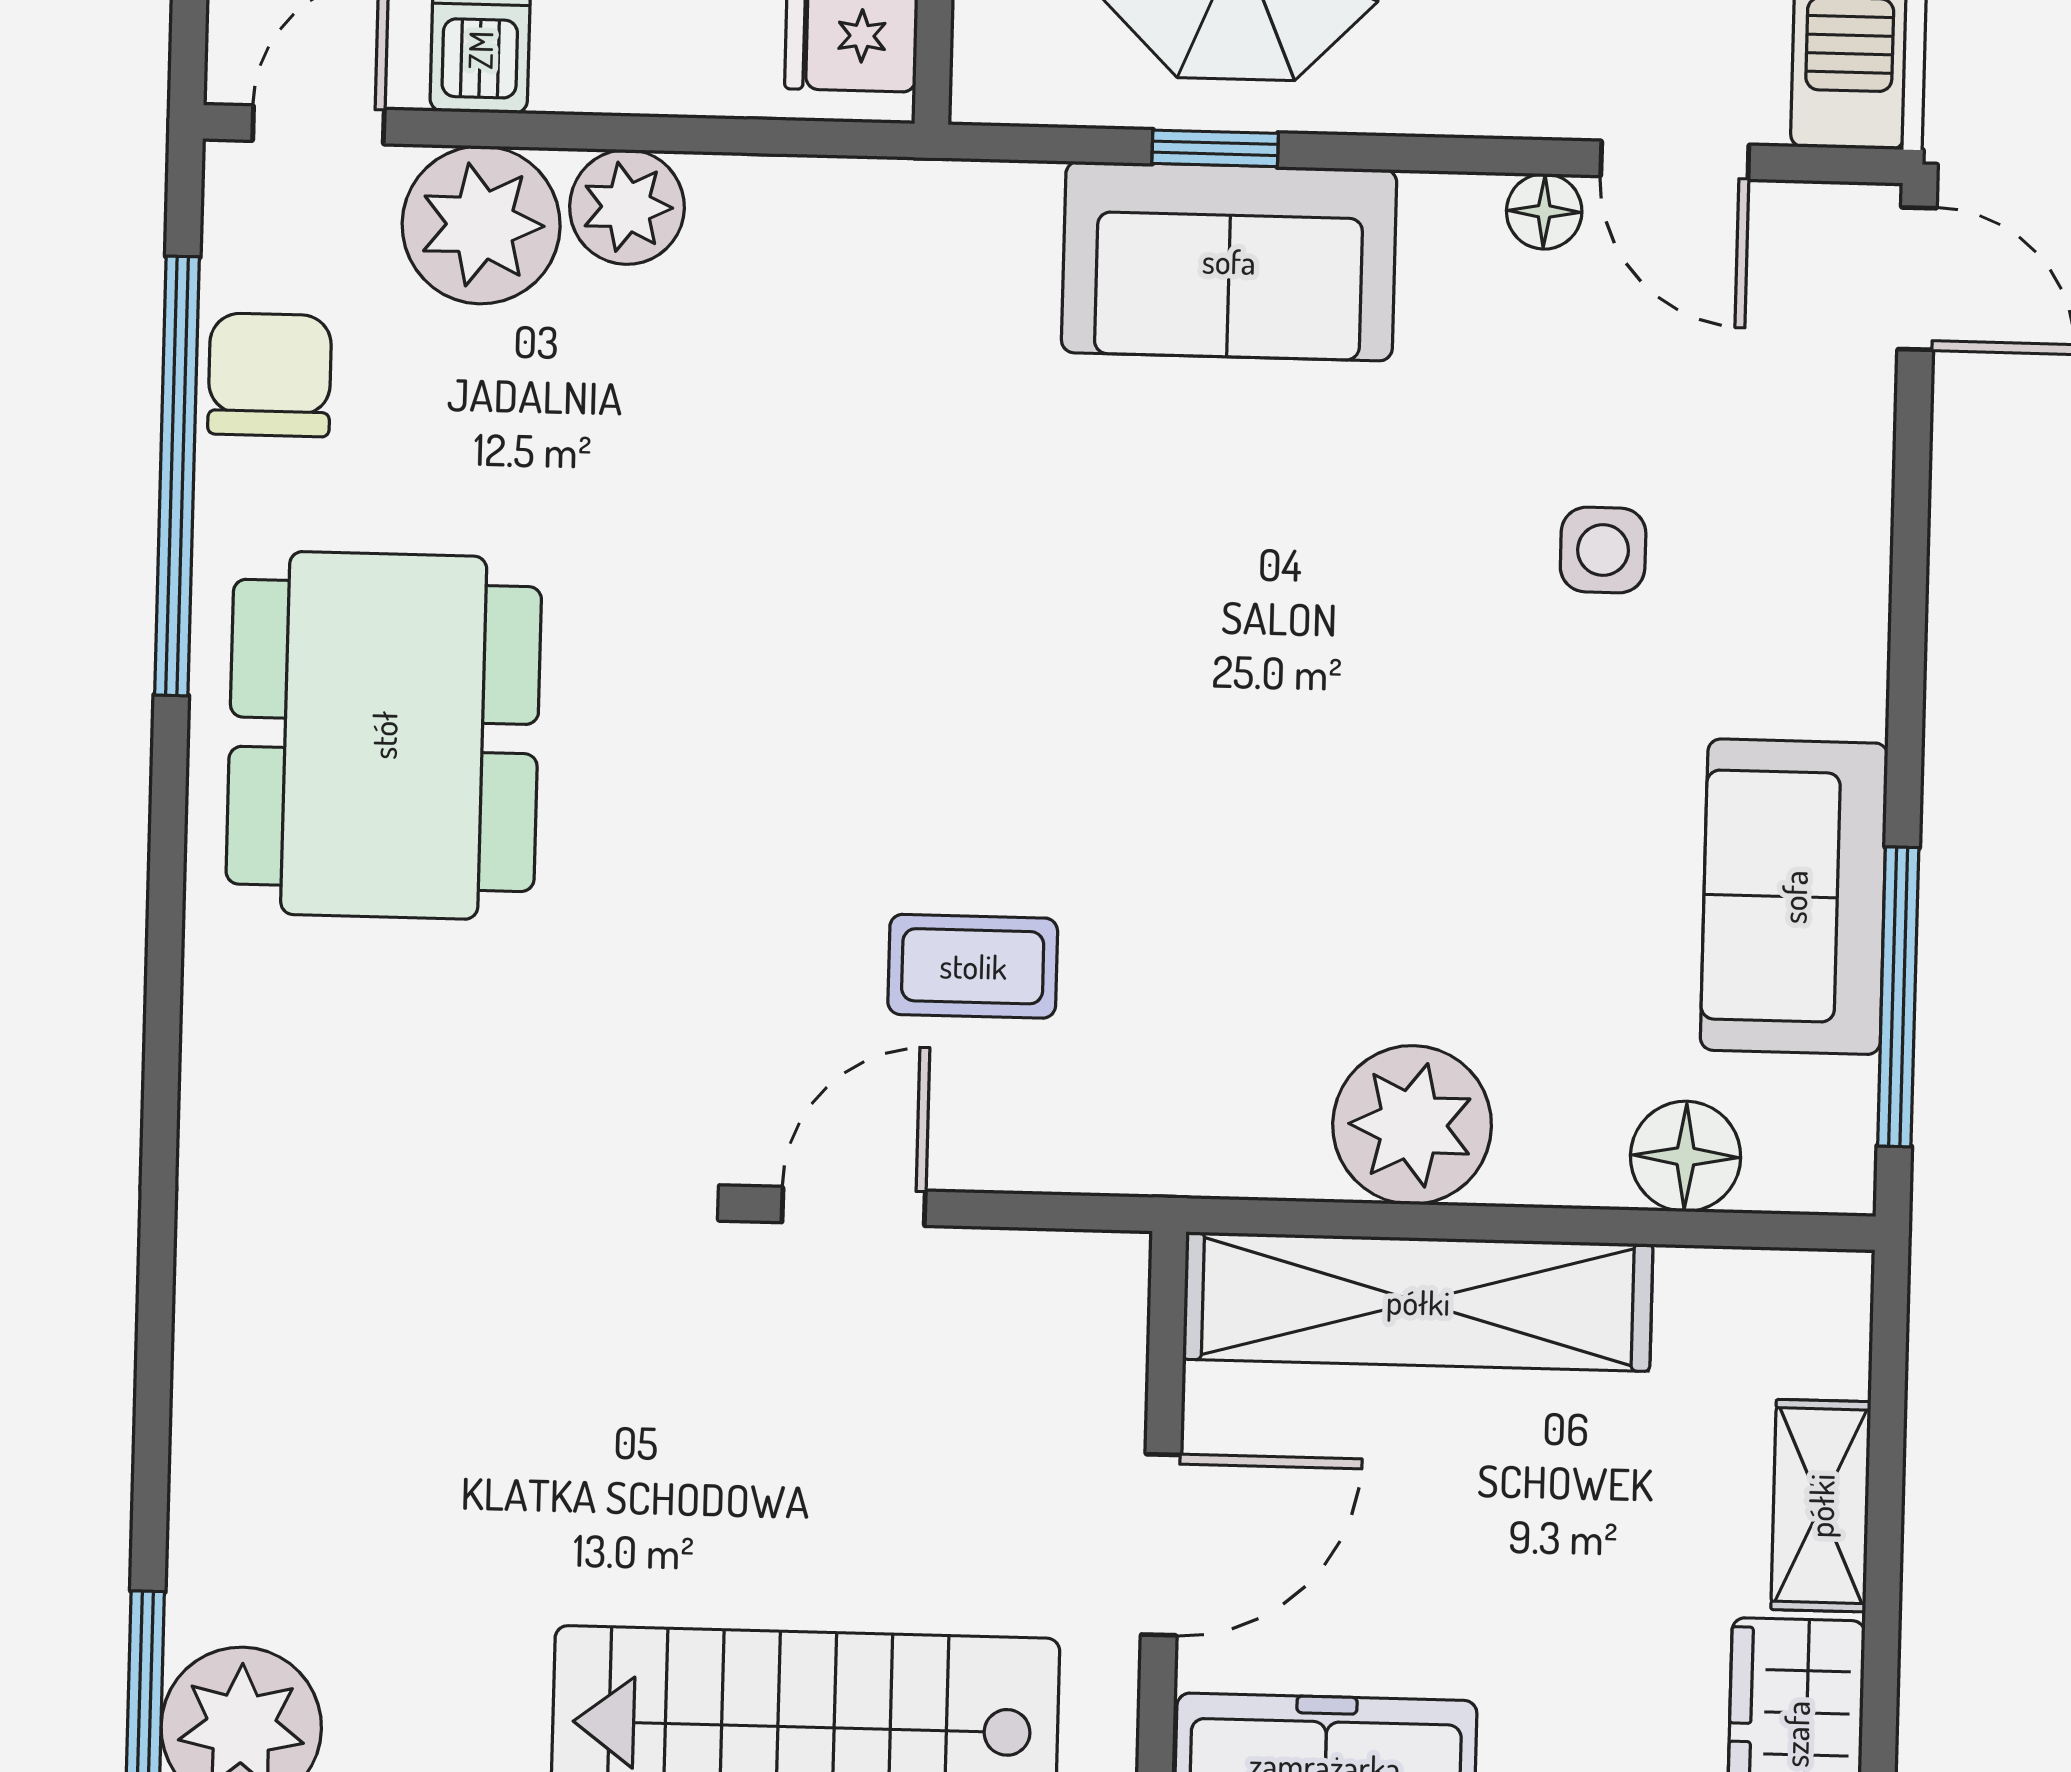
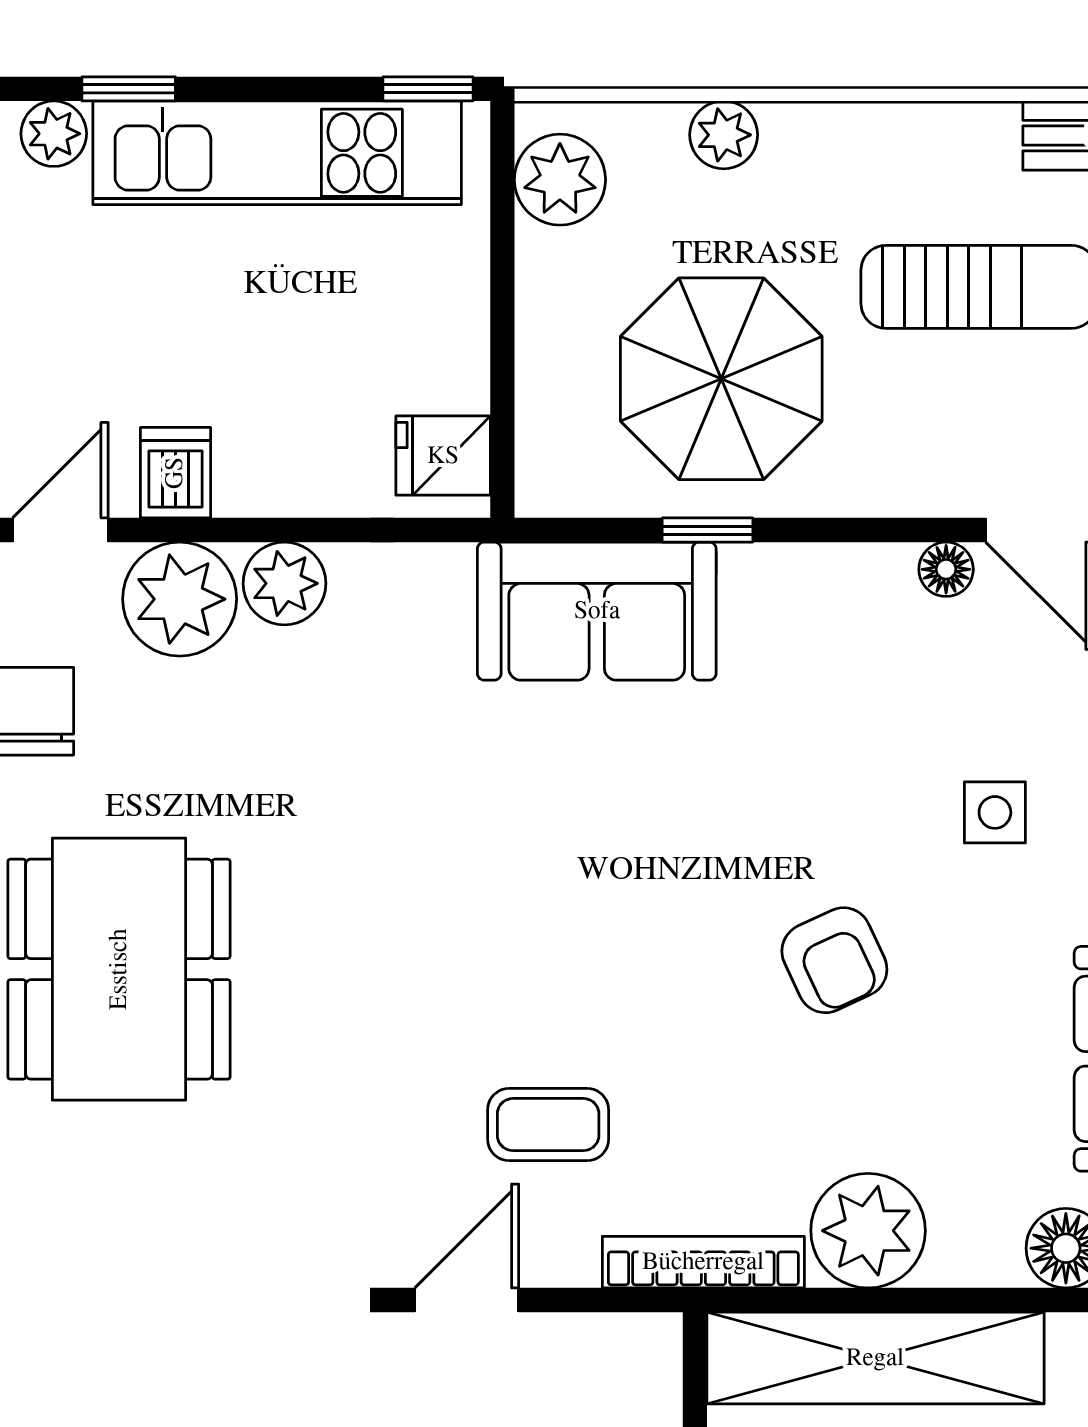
sofa: (1229, 261) -> (597, 611), moved
armchair: (1375, 749) -> (834, 960), added
bookcase: (1183, 1163) -> (703, 1262), added

